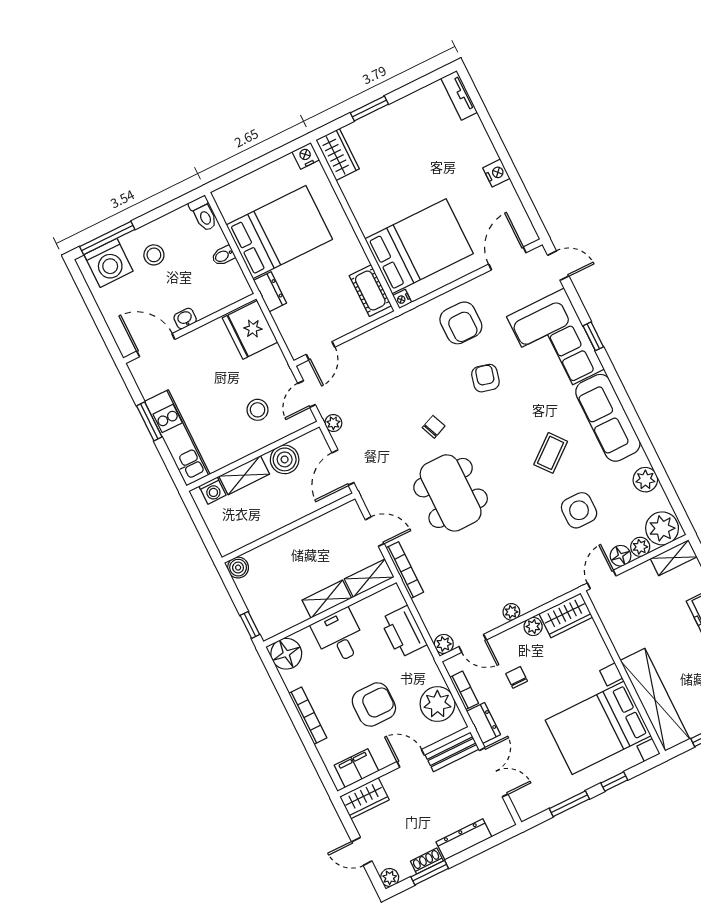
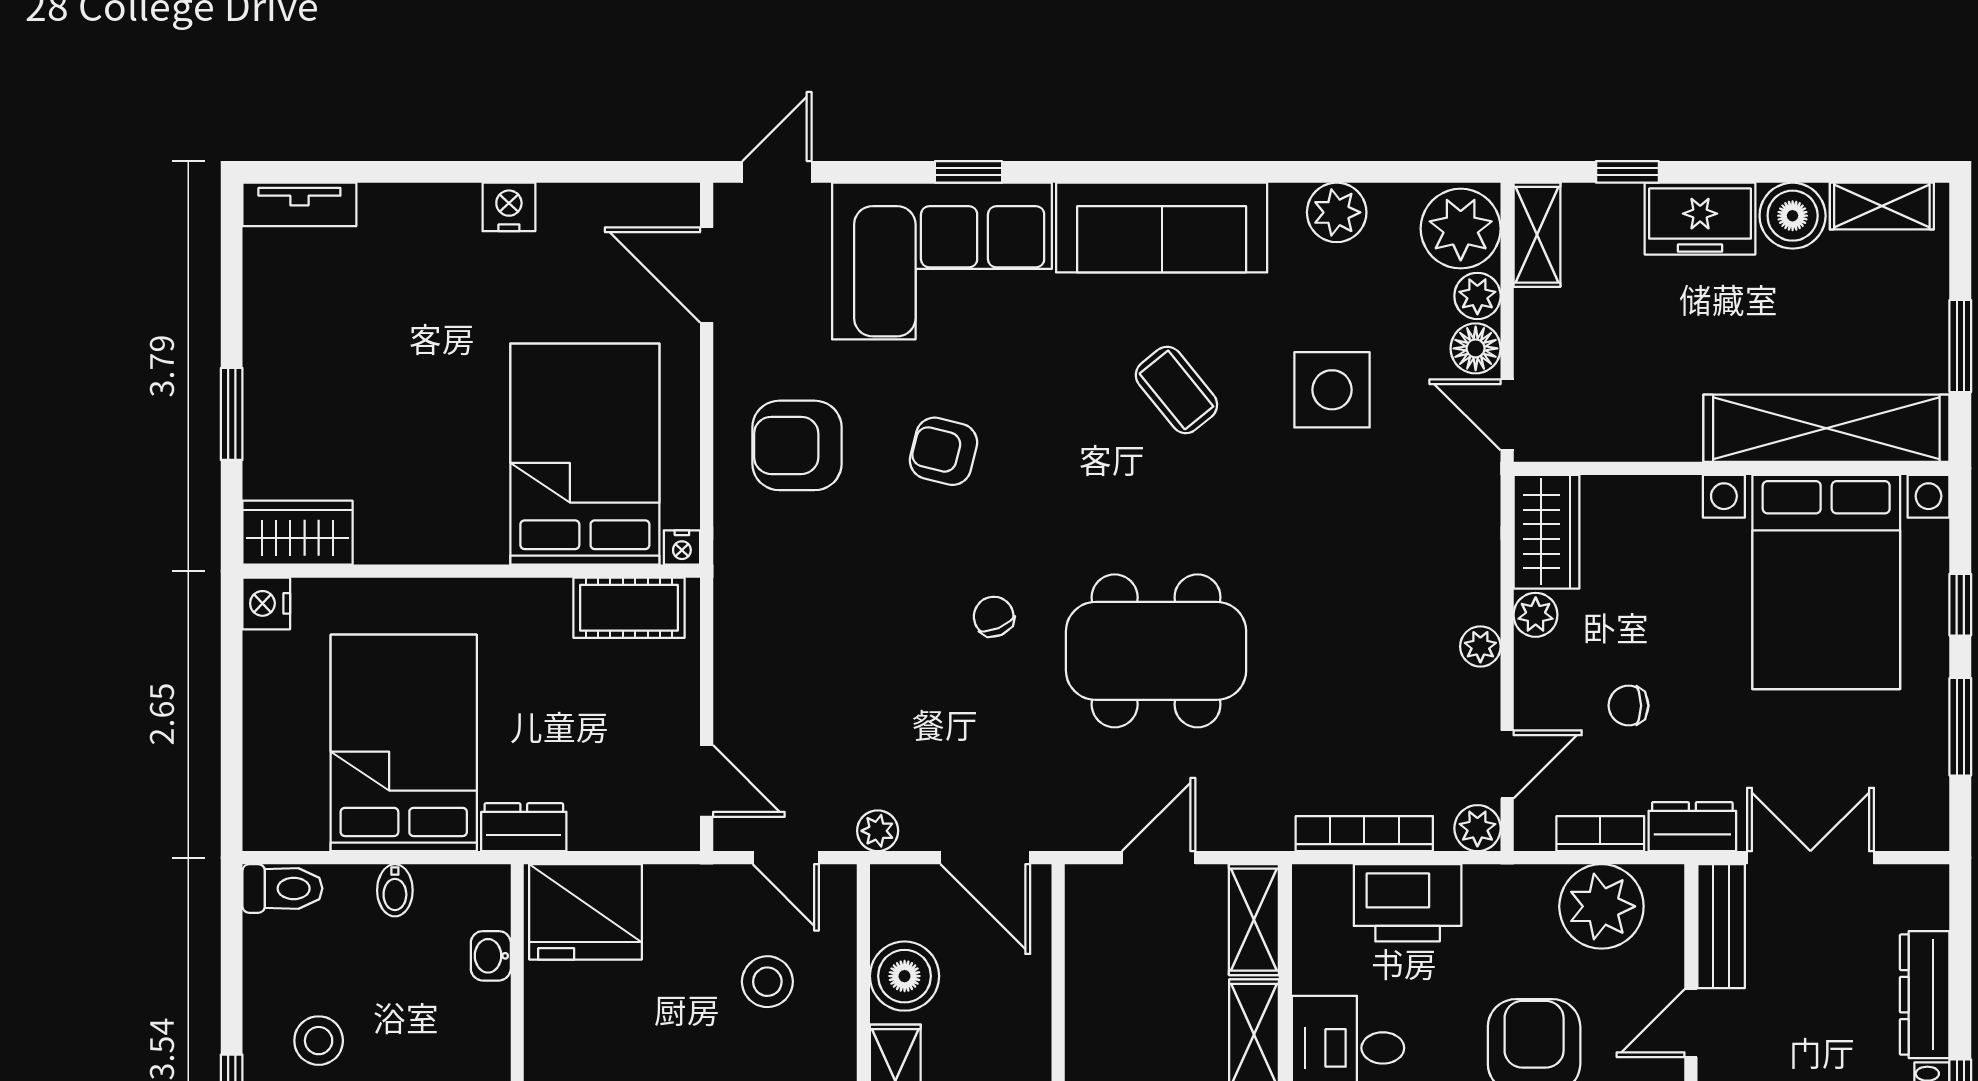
washbasin: (185, 319) -> (491, 956), moved
armchair: (461, 323) -> (797, 445), turned 180
bookcase: (405, 570) -> (1364, 834), moved

